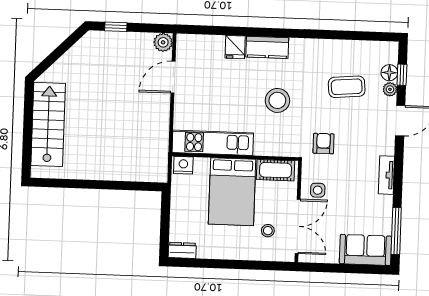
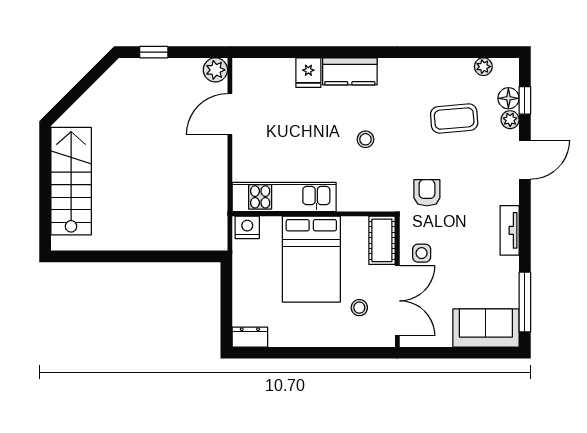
plant: (371, 47) -> (483, 67), added
stool: (277, 100) -> (365, 139), width x0.53, depth x0.53
cot: (275, 170) -> (382, 240), moved, turned 90

